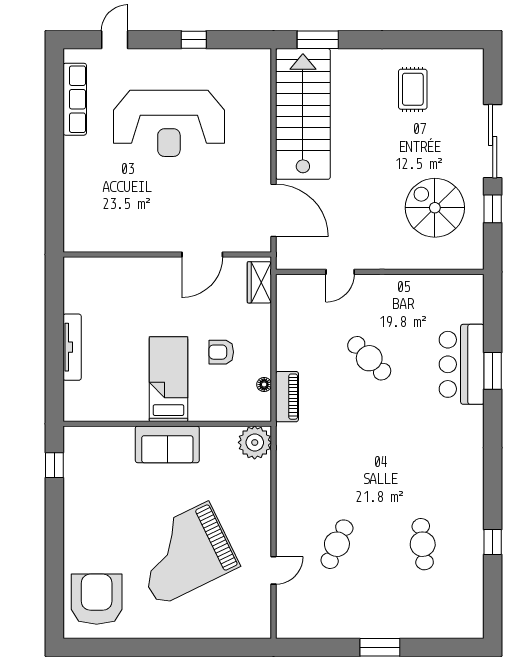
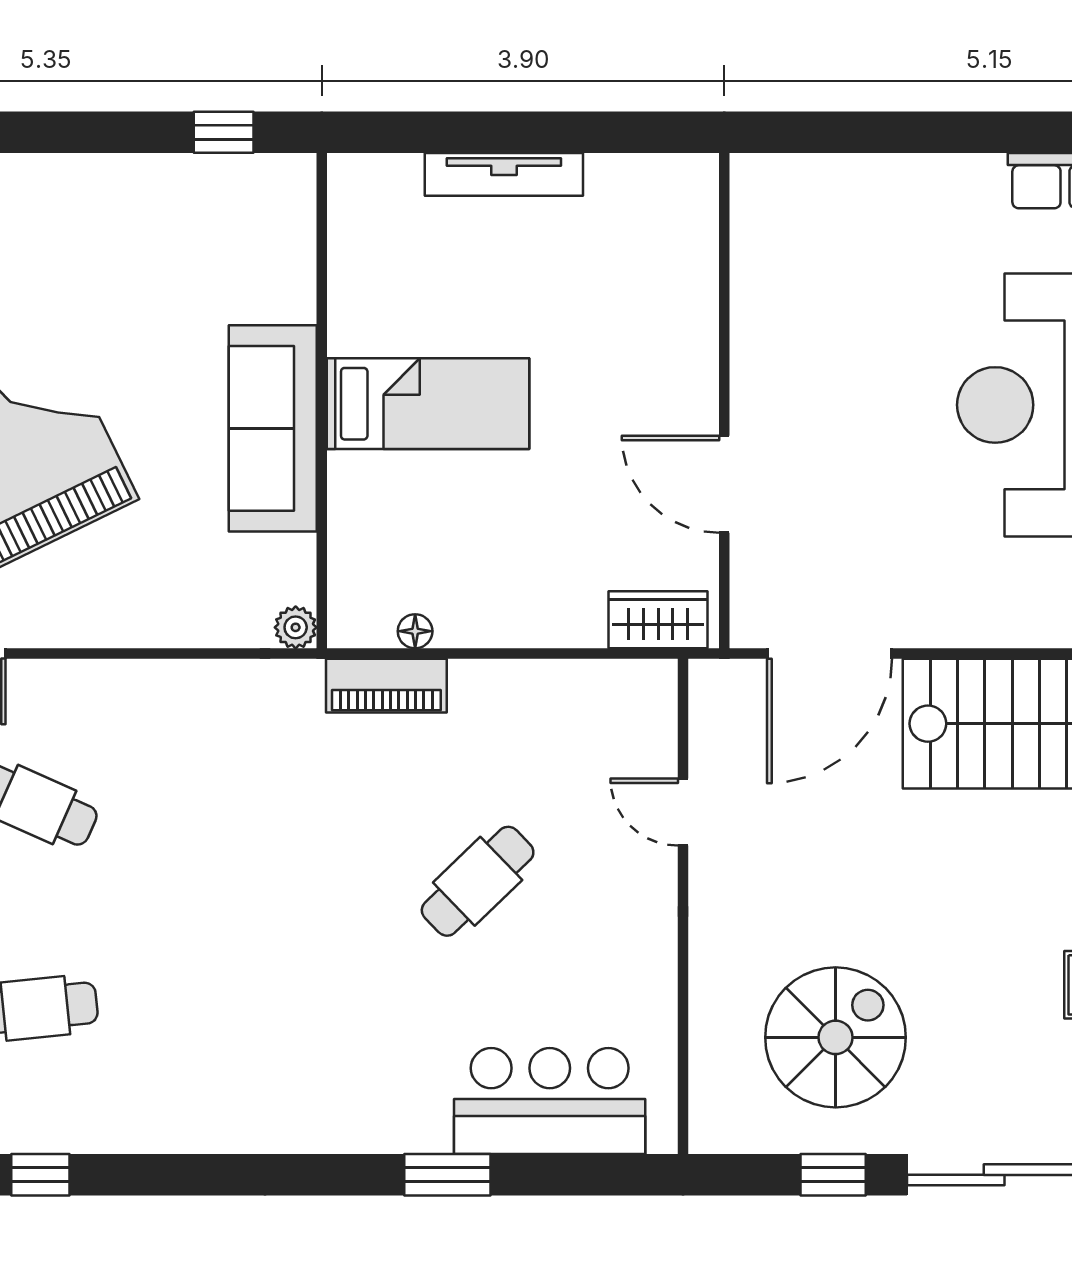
armchair: (221, 352) -> (492, 529), removed
bar counter: (462, 364) -> (550, 1101), moved
plant: (255, 442) -> (296, 627), width x0.53, depth x0.53
sofa: (167, 444) -> (273, 428), width x1.36

